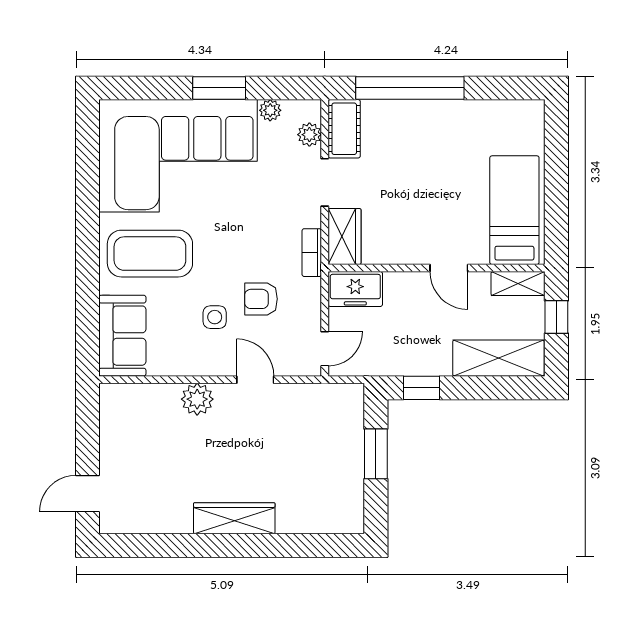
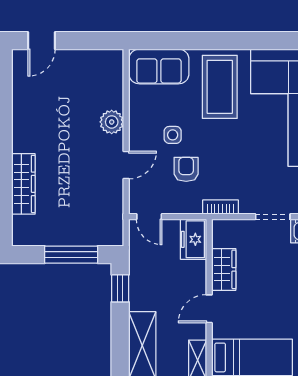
wardrobe: (345, 236) -> (224, 269), moved, turned -90
window: (376, 454) -> (71, 255), width x1.44
door: (87, 494) -> (42, 41), swing flipped
wardrobe: (234, 518) -> (23, 184), moved

